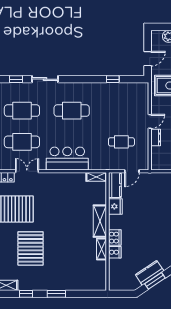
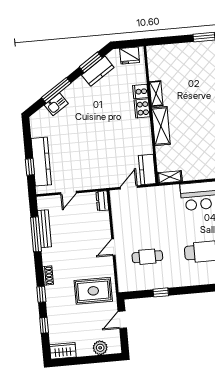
dresser: (156, 138) -> (102, 201), moved
cafe table: (121, 142) -> (147, 257), moved
fridge: (115, 206) -> (130, 56), moved, turned -90

